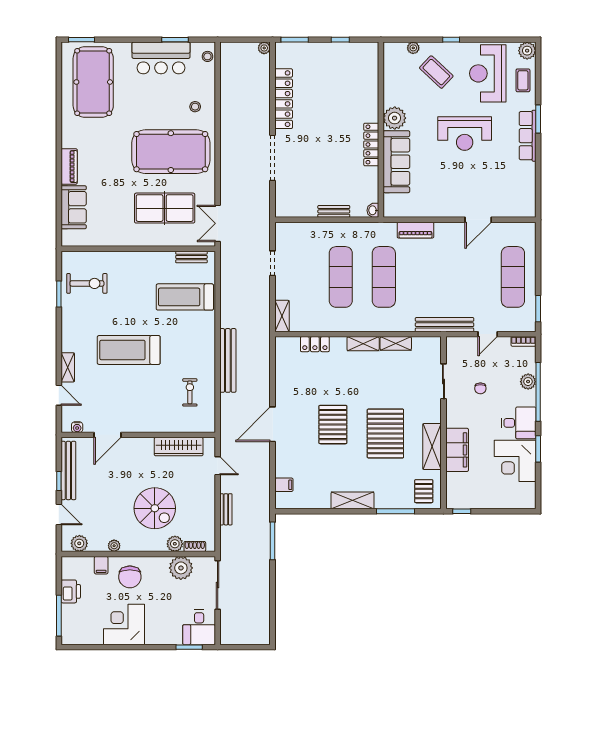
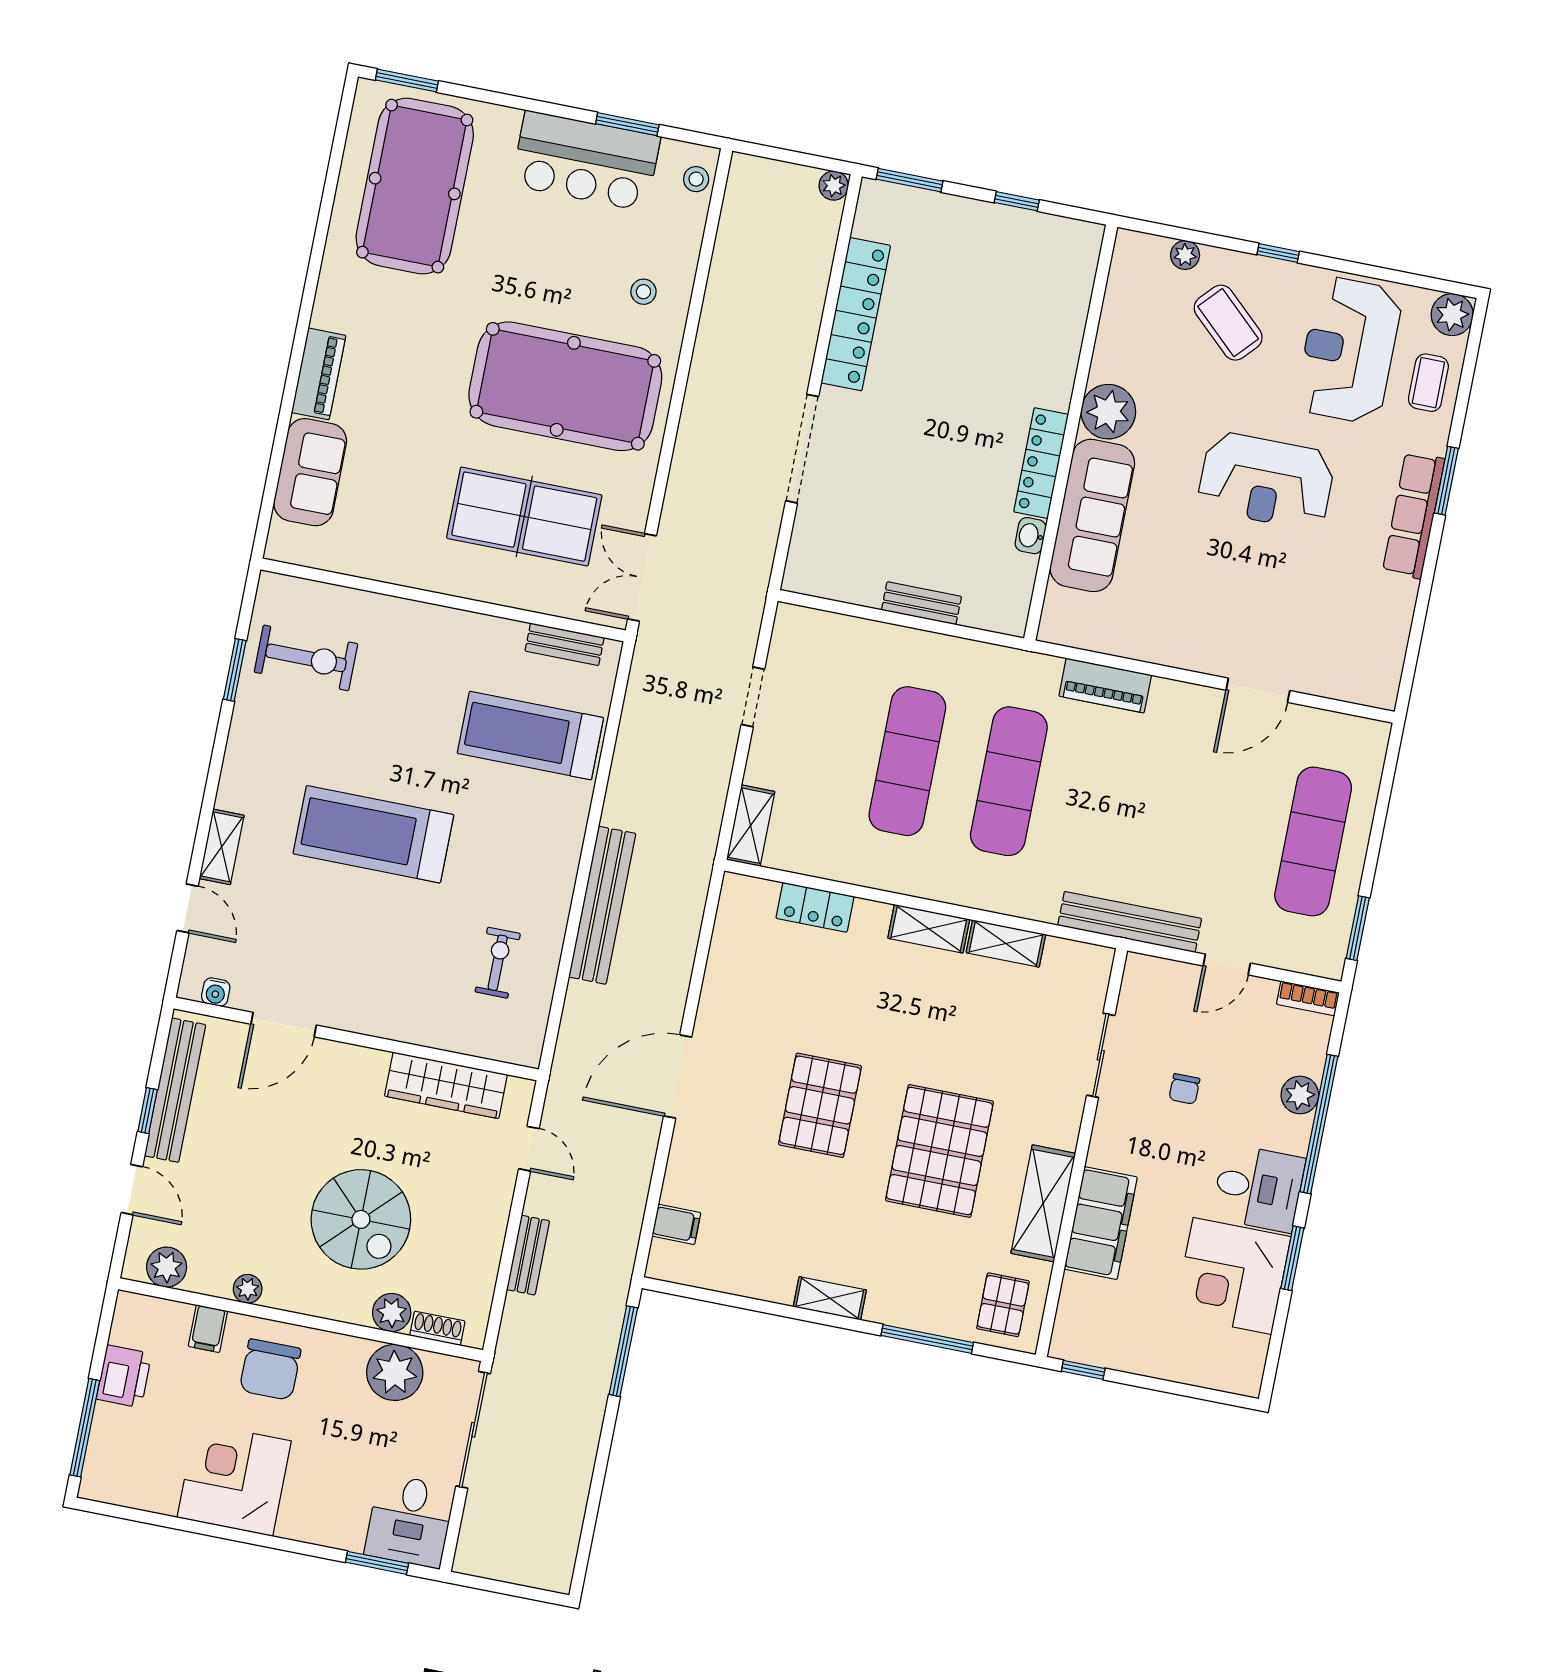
washbasin: (373, 210) -> (1031, 536), moved
shelving: (353, 500) -> (830, 1298), width x0.67, depth x0.75

